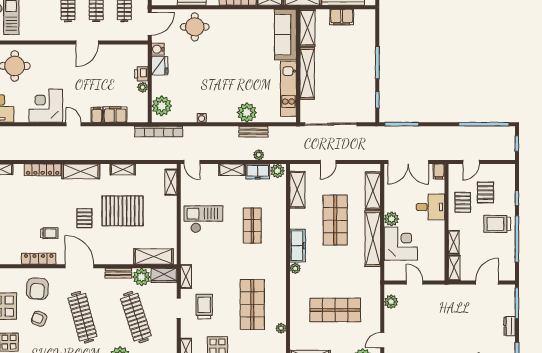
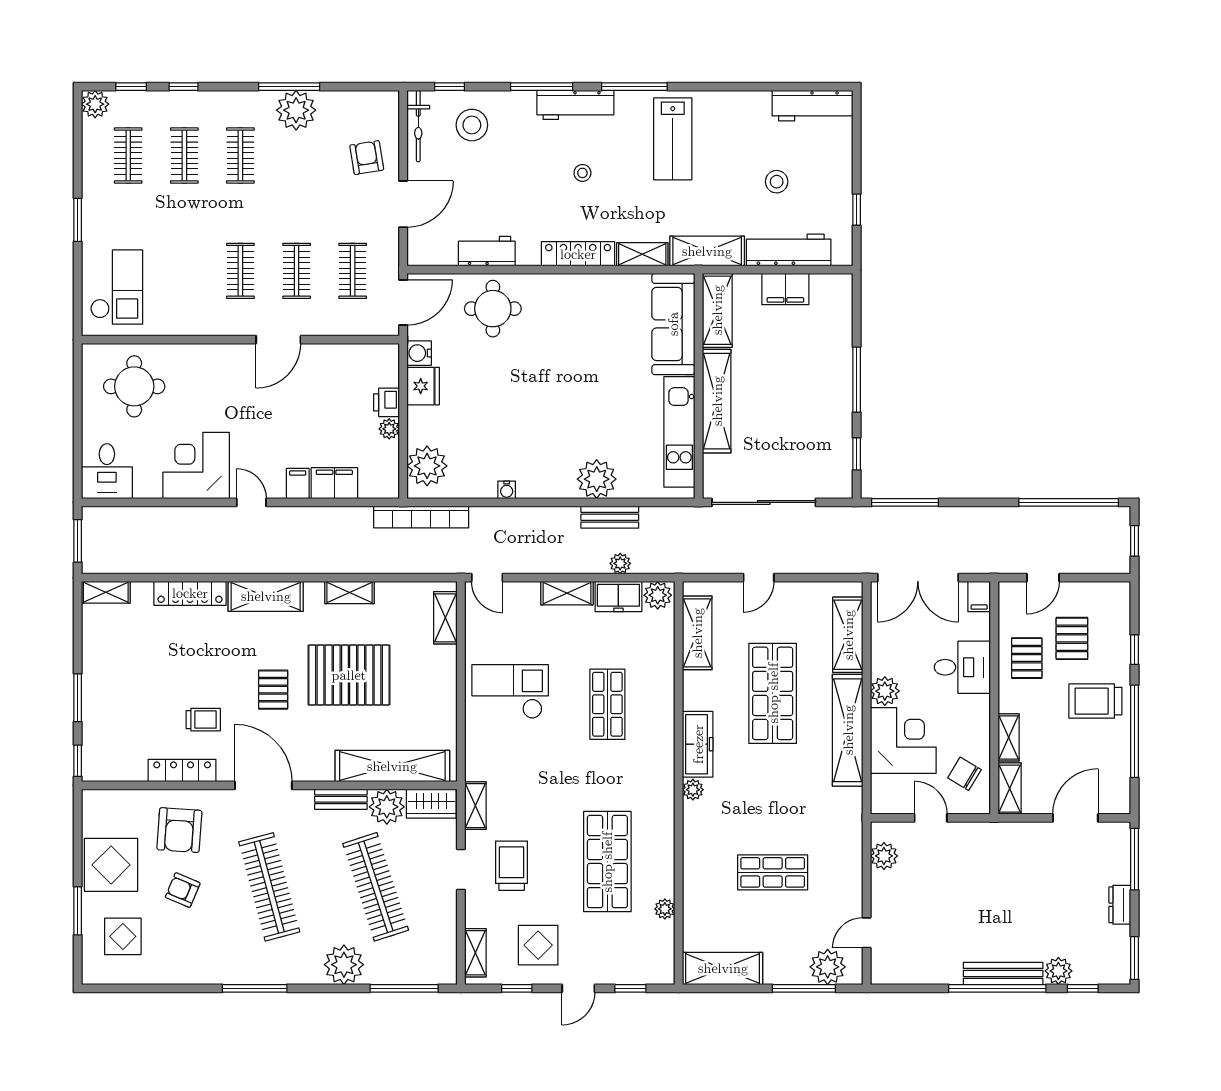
shelving: (153, 257) -> (392, 766), width x1.47
chair: (432, 260) -> (964, 774), added
shop shelf: (335, 310) -> (773, 872), width x0.70, depth x0.74

